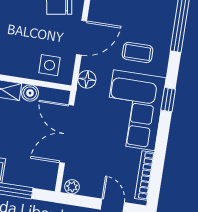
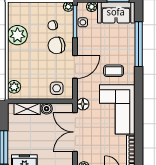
floor lamp: (87, 79) -> (83, 104), moved
window: (168, 100) -> (139, 99), removed

